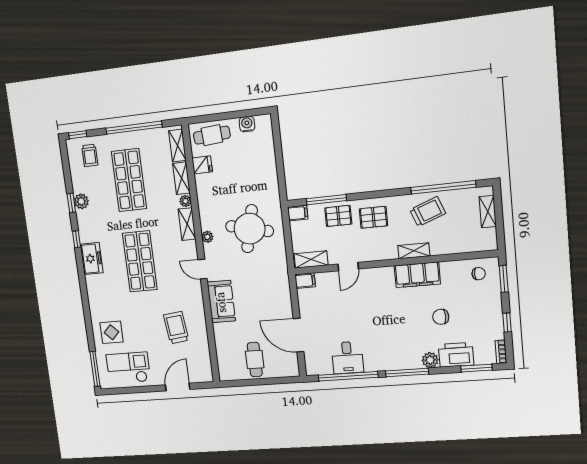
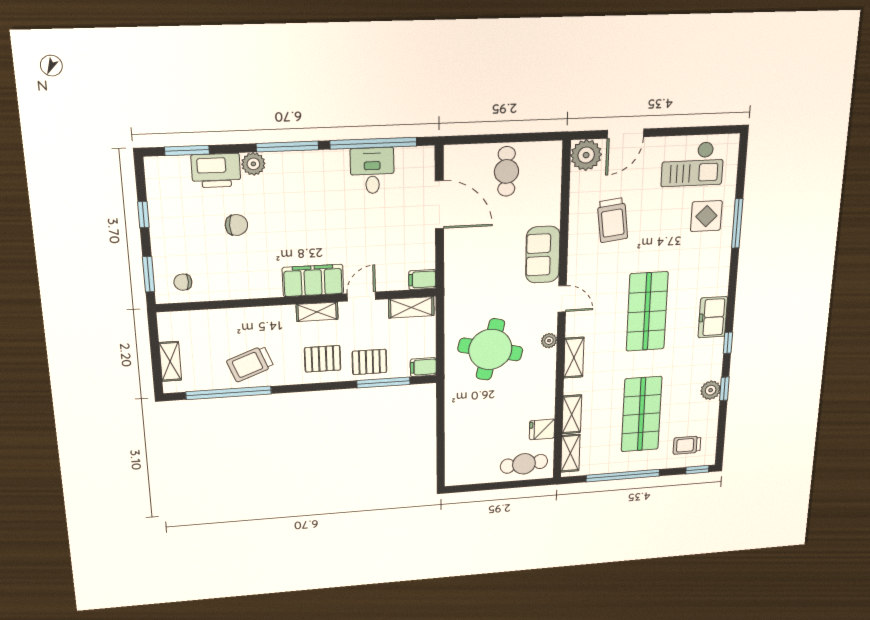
water cooler: (247, 124) -> (477, 475), removed
trolley: (90, 155) -> (687, 445), turned -90
plant: (185, 201) -> (586, 155), moved, width x1.88, depth x1.88
shelving: (414, 251) -> (317, 312), moved
filing cabinet: (417, 275) -> (313, 280), moved
bookcase: (501, 352) -> (152, 173), removed
window: (95, 369) -> (737, 223), moved

